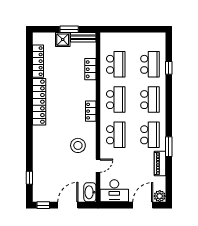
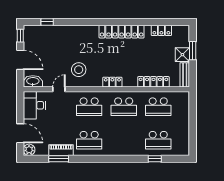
window: (69, 29) -> (193, 51), moved
locker: (38, 61) -> (161, 30), width x0.66
locker: (90, 69) -> (153, 82), width x1.53
school desk: (150, 100) -> (124, 140), removed
window: (169, 147) -> (59, 159), moved
door: (98, 166) -> (59, 89), swing flipped

